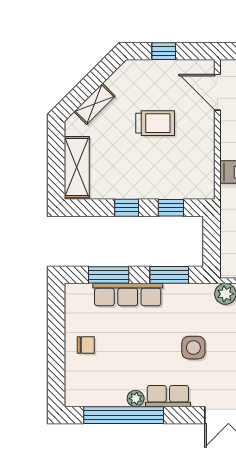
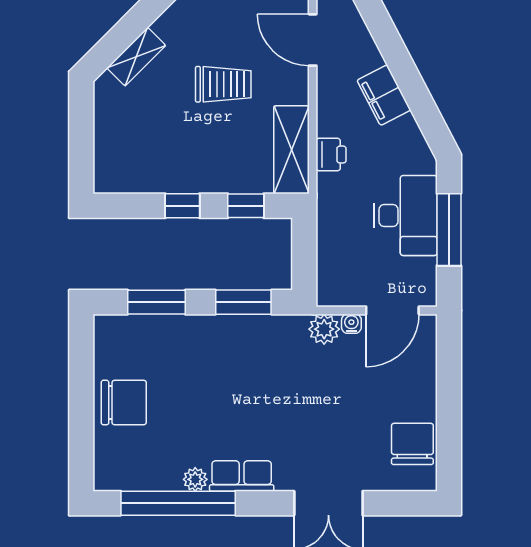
shelving: (77, 167) -> (291, 150), moved
row of seats: (128, 295) -> (184, 330), removed
chair: (86, 345) -> (124, 403), width x1.87, depth x1.87
side table: (193, 348) -> (278, 406), removed

